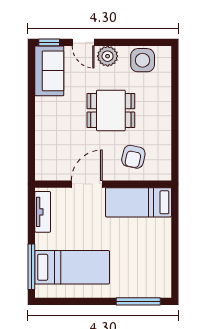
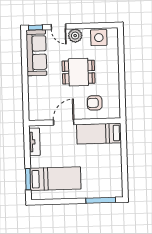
sofa: (49, 71) -> (36, 53), width x1.36
armchair: (133, 157) -> (95, 103), turned 78
window: (31, 267) -> (28, 179), width x0.69

